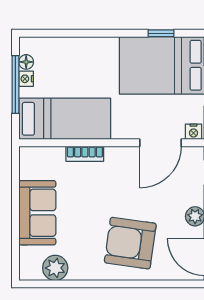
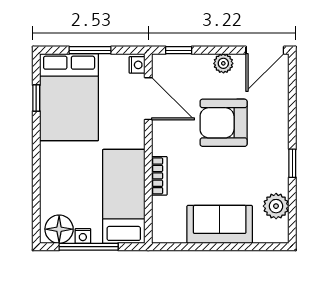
floor lamp: (26, 62) -> (59, 229), width x1.89, depth x1.89
armchair: (130, 243) -> (224, 123), moved, turned 82
window: (97, 284) -> (292, 163), added

